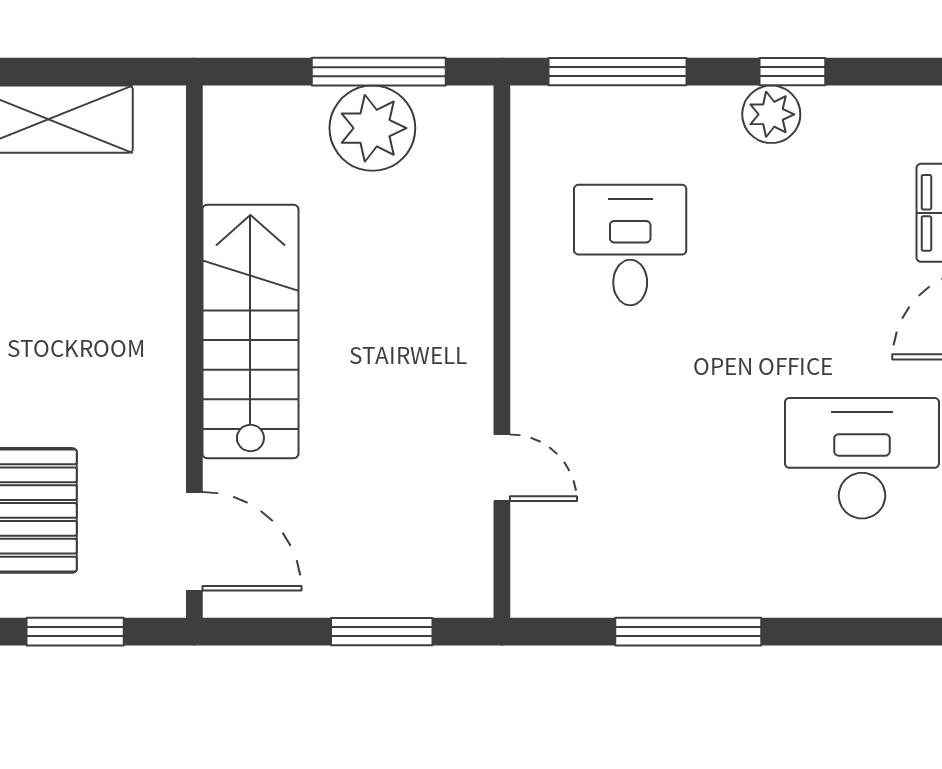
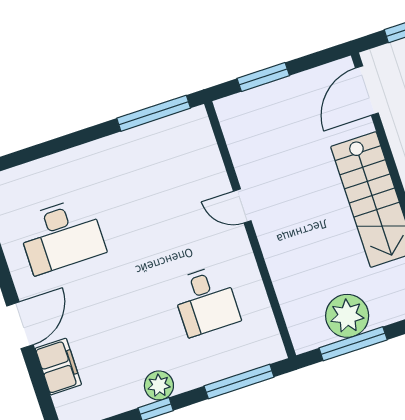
door: (502, 468) -> (242, 206), moved
door: (194, 541) -> (367, 91), hinge flipped
window: (688, 632) -> (154, 113), moved

